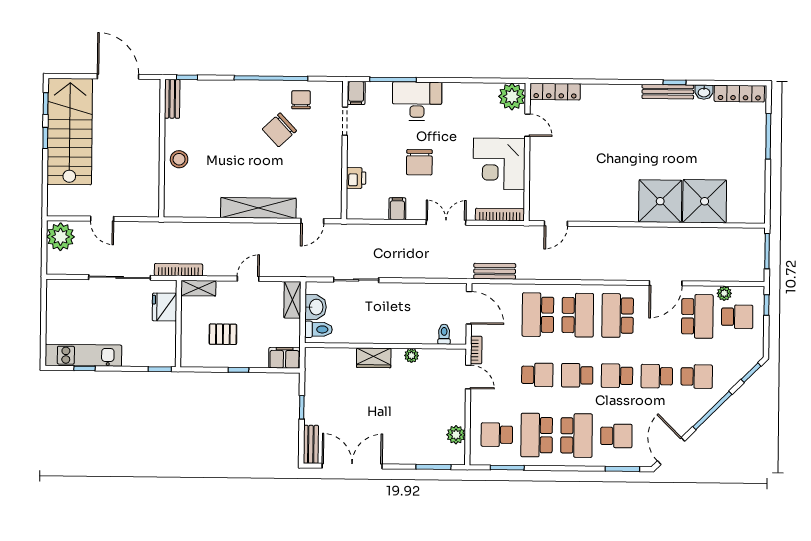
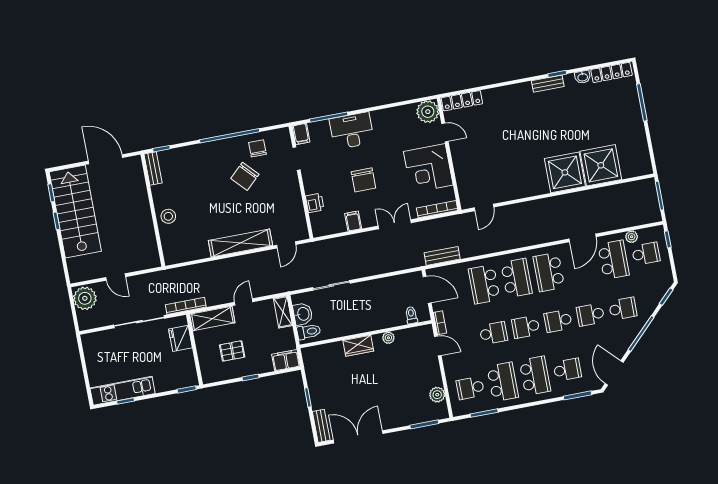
bench: (668, 92) -> (548, 84), width x0.73
shelving: (198, 288) -> (212, 318), width x1.50, depth x1.33
school desk: (537, 435) -> (503, 382), turned 180

